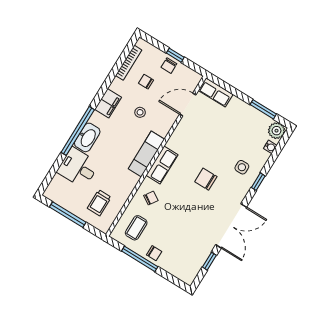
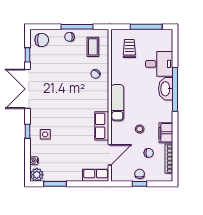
filing cabinet: (108, 103) -> (166, 133), moved
row of seats: (162, 165) -> (102, 126), moved
chair: (206, 179) -> (42, 40), moved

